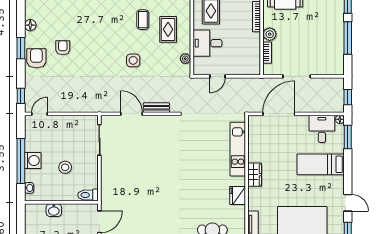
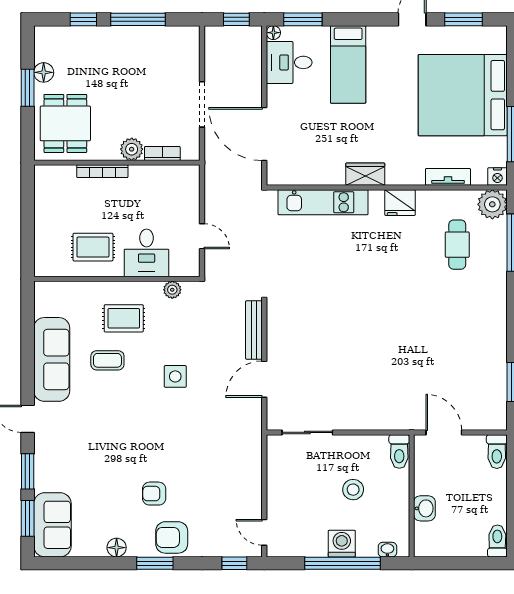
bench: (156, 108) -> (254, 330), width x1.36

